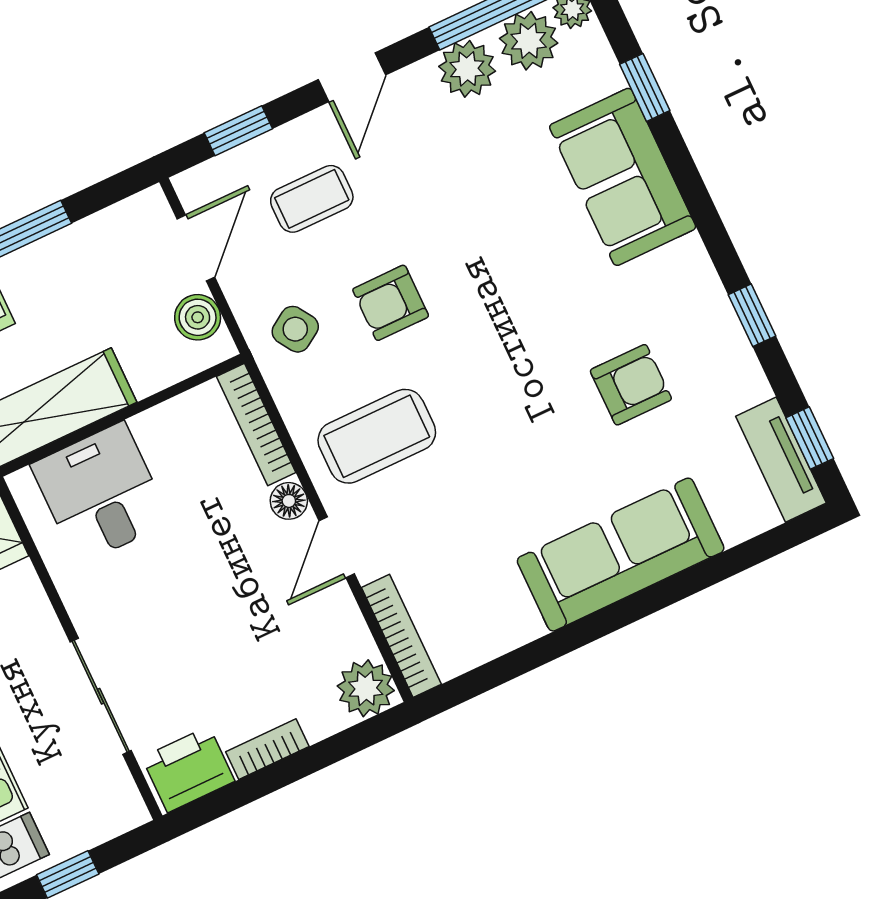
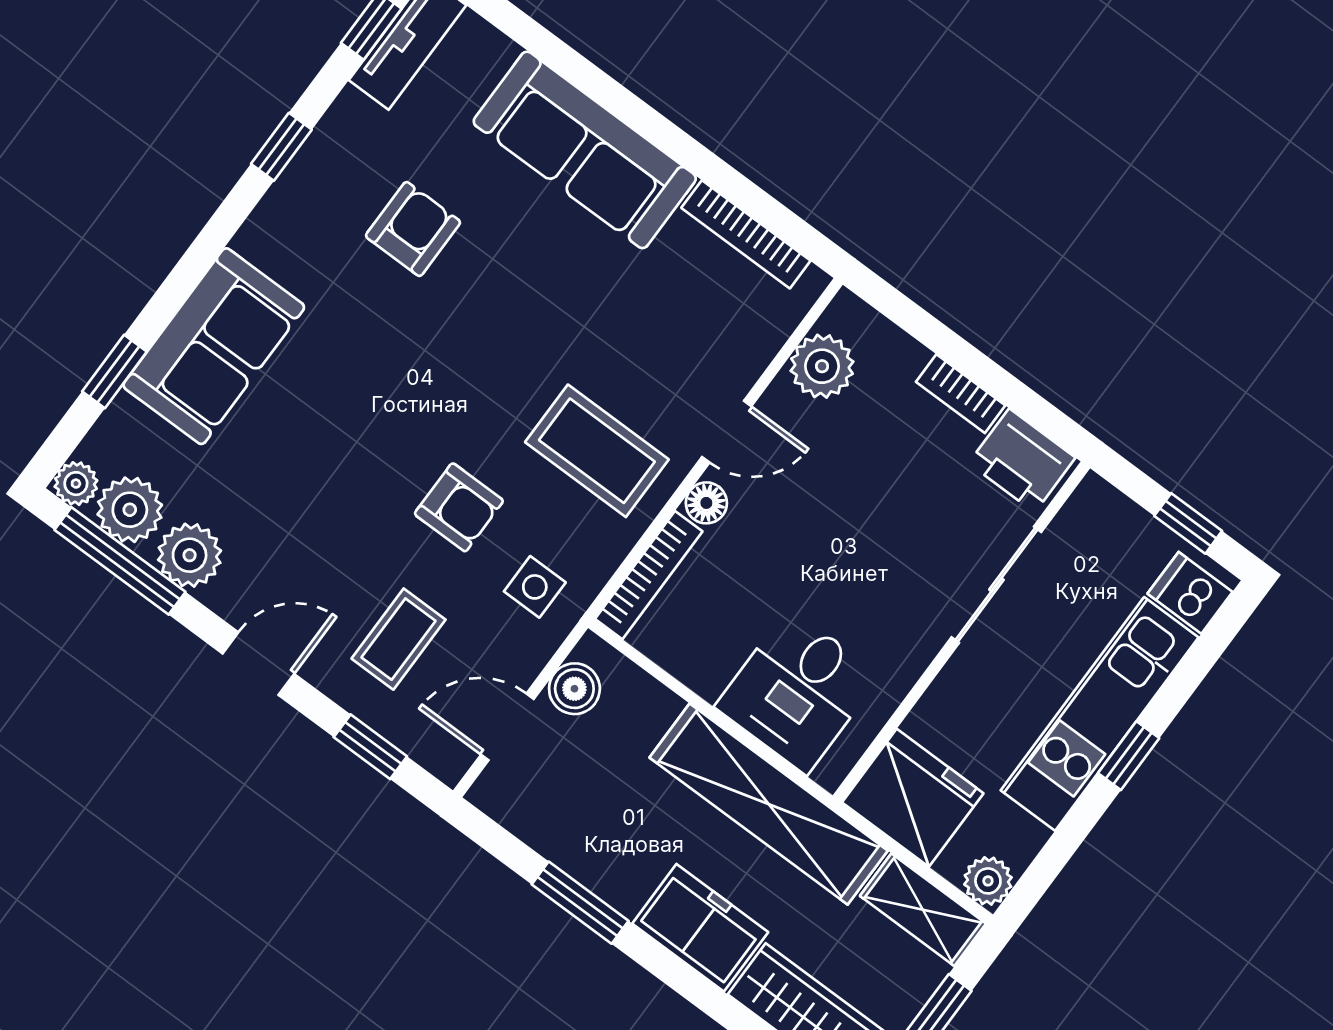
coffee table: (312, 199) -> (399, 639), turned 90
side table: (295, 329) -> (535, 587), turned 33
armchair: (631, 385) -> (413, 229), turned 90
bookcase: (401, 636) -> (746, 234), moved, turned -90
plant: (366, 688) -> (822, 366), moved

